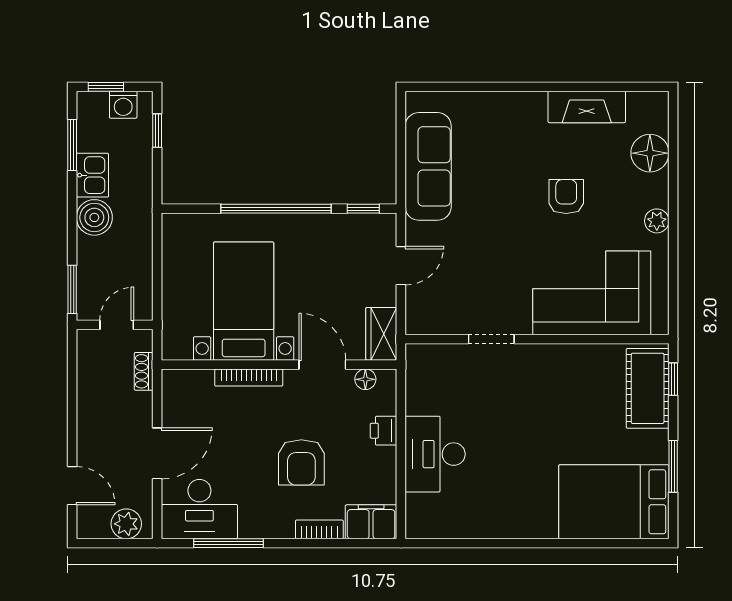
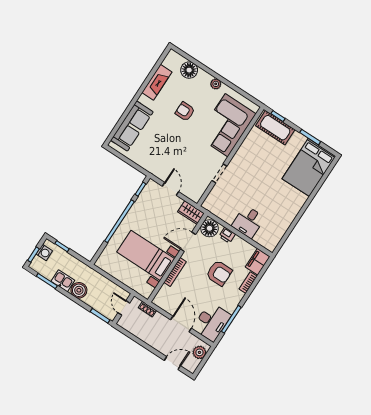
sofa: (428, 166) -> (132, 126), moved, turned 90
floor lamp: (365, 379) -> (209, 228), width x1.89, depth x1.89
desk: (435, 454) -> (248, 222), width x0.73

